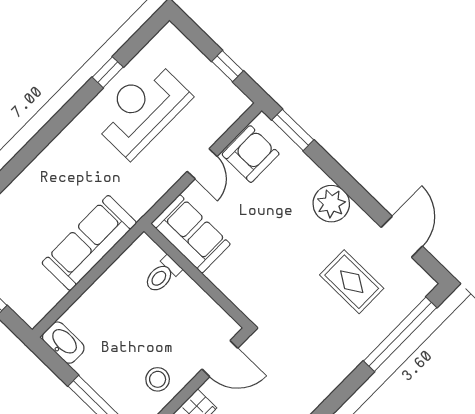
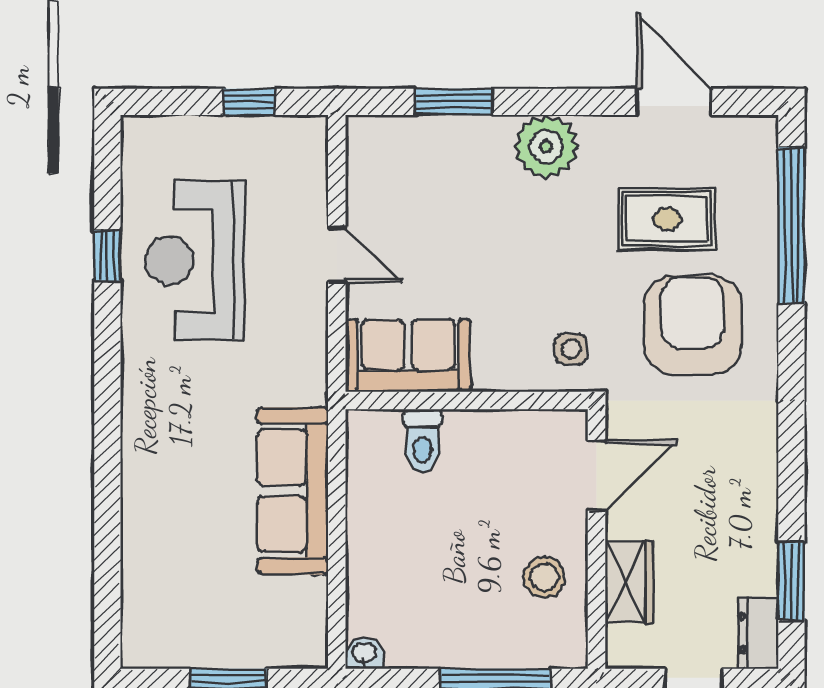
window: (293, 130) -> (454, 102), moved
armchair: (251, 154) -> (692, 325), moved, width x1.36, depth x1.36
side table: (260, 296) -> (571, 349), added
washbasin: (63, 343) -> (364, 654), width x0.52, depth x0.69

